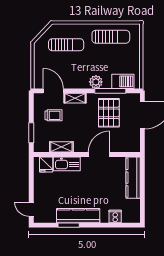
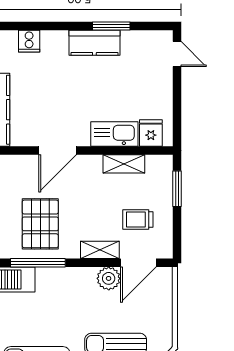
plant: (96, 82) -> (109, 278), moved
door: (53, 91) -> (138, 263), hinge flipped
kitchen counter: (78, 216) -> (94, 43), width x0.67

